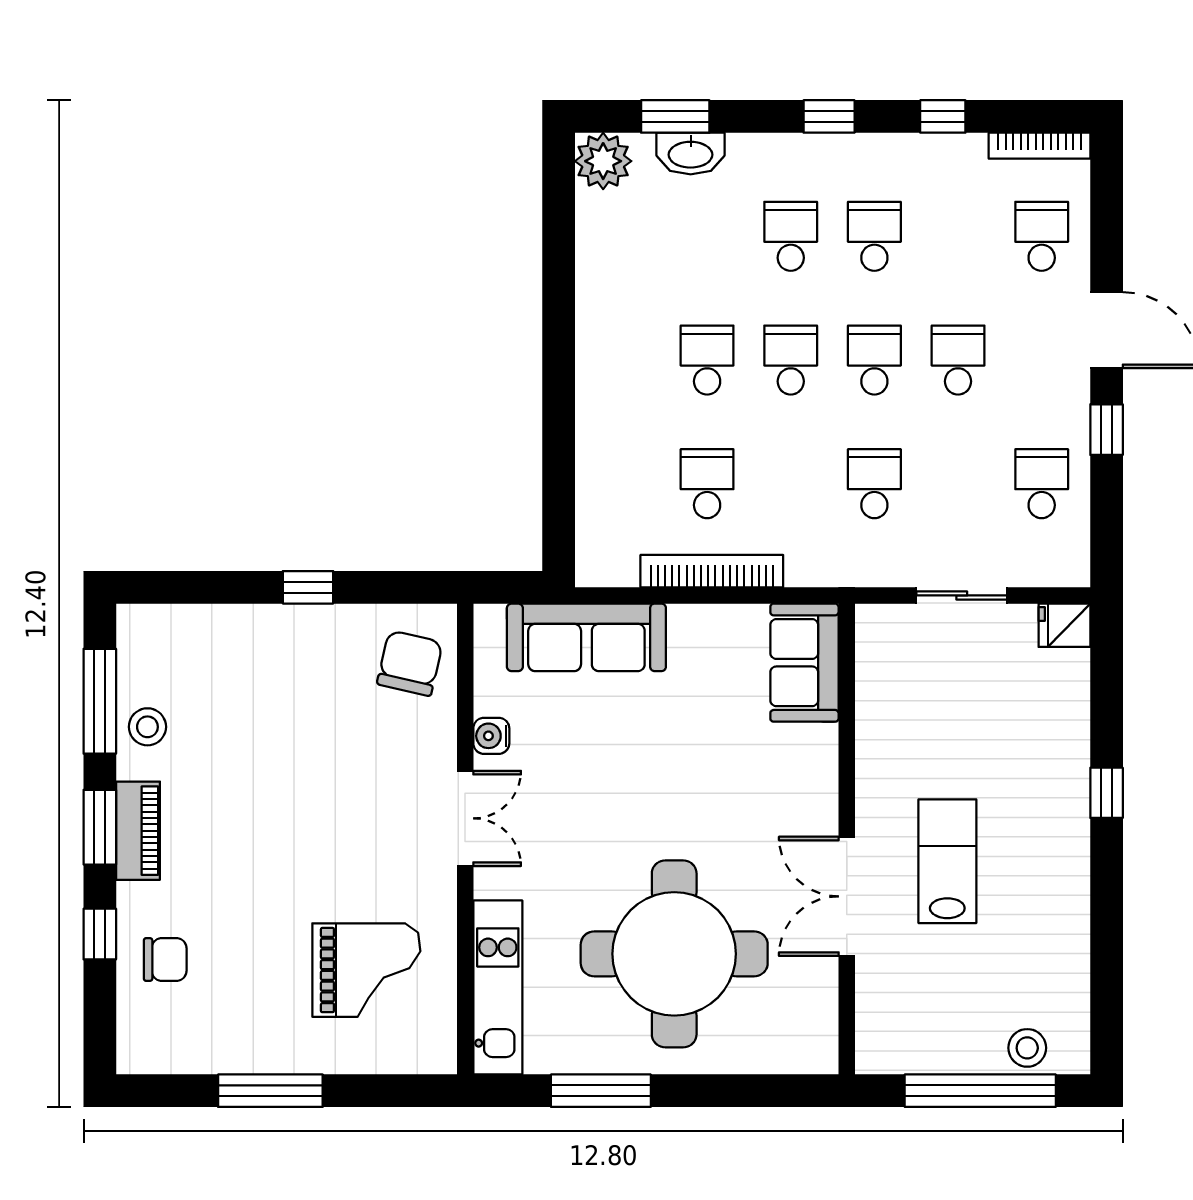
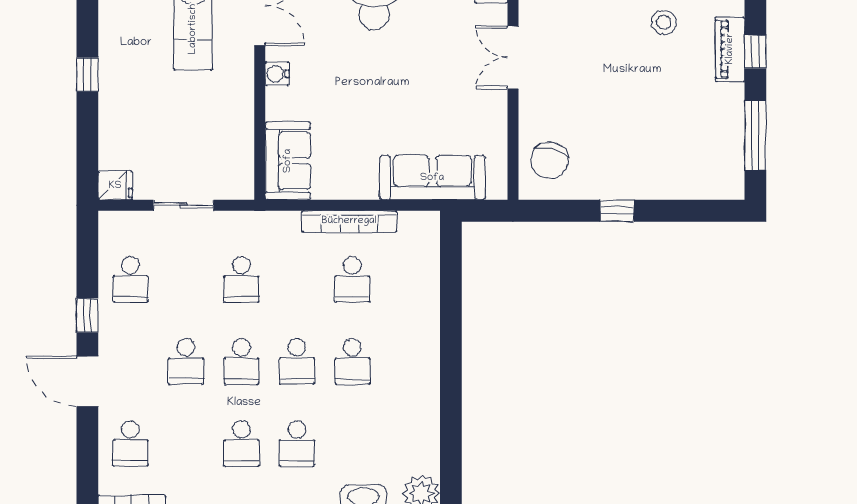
stool: (147, 727) -> (664, 22), moved
water cooler: (491, 736) -> (277, 74), moved, turned 180
window: (100, 827) -> (755, 52), width x0.67

